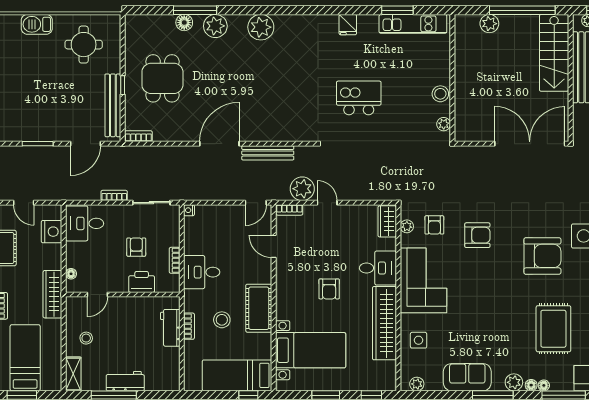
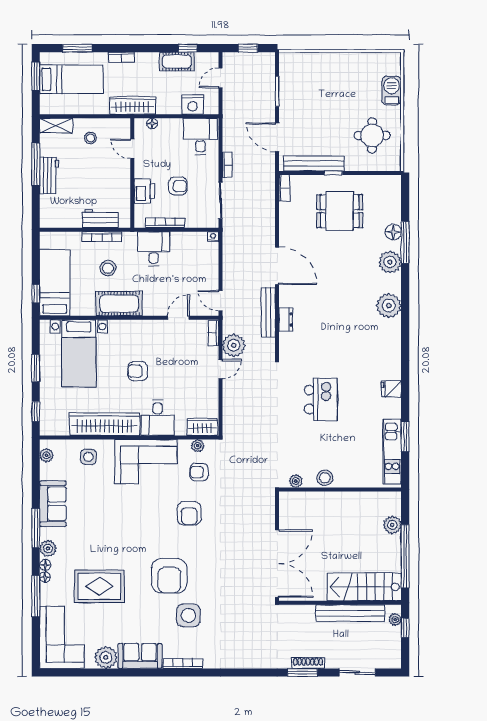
dresser: (275, 135) -> (286, 320), added
bookcase: (175, 260) -> (165, 223), width x1.56
bookcase: (189, 326) -> (102, 237), width x1.56

